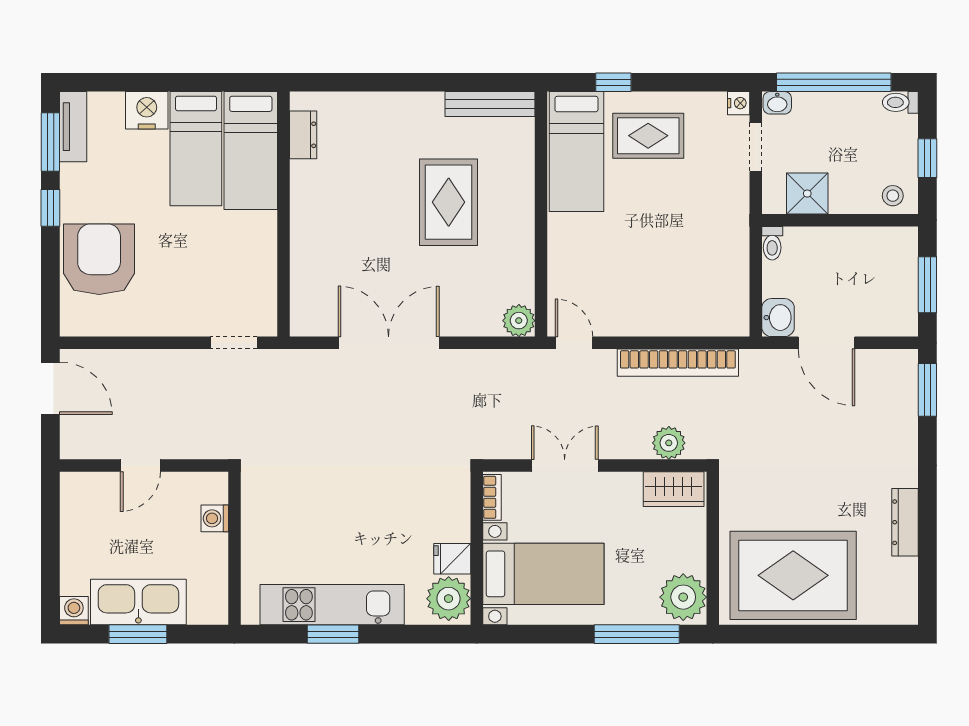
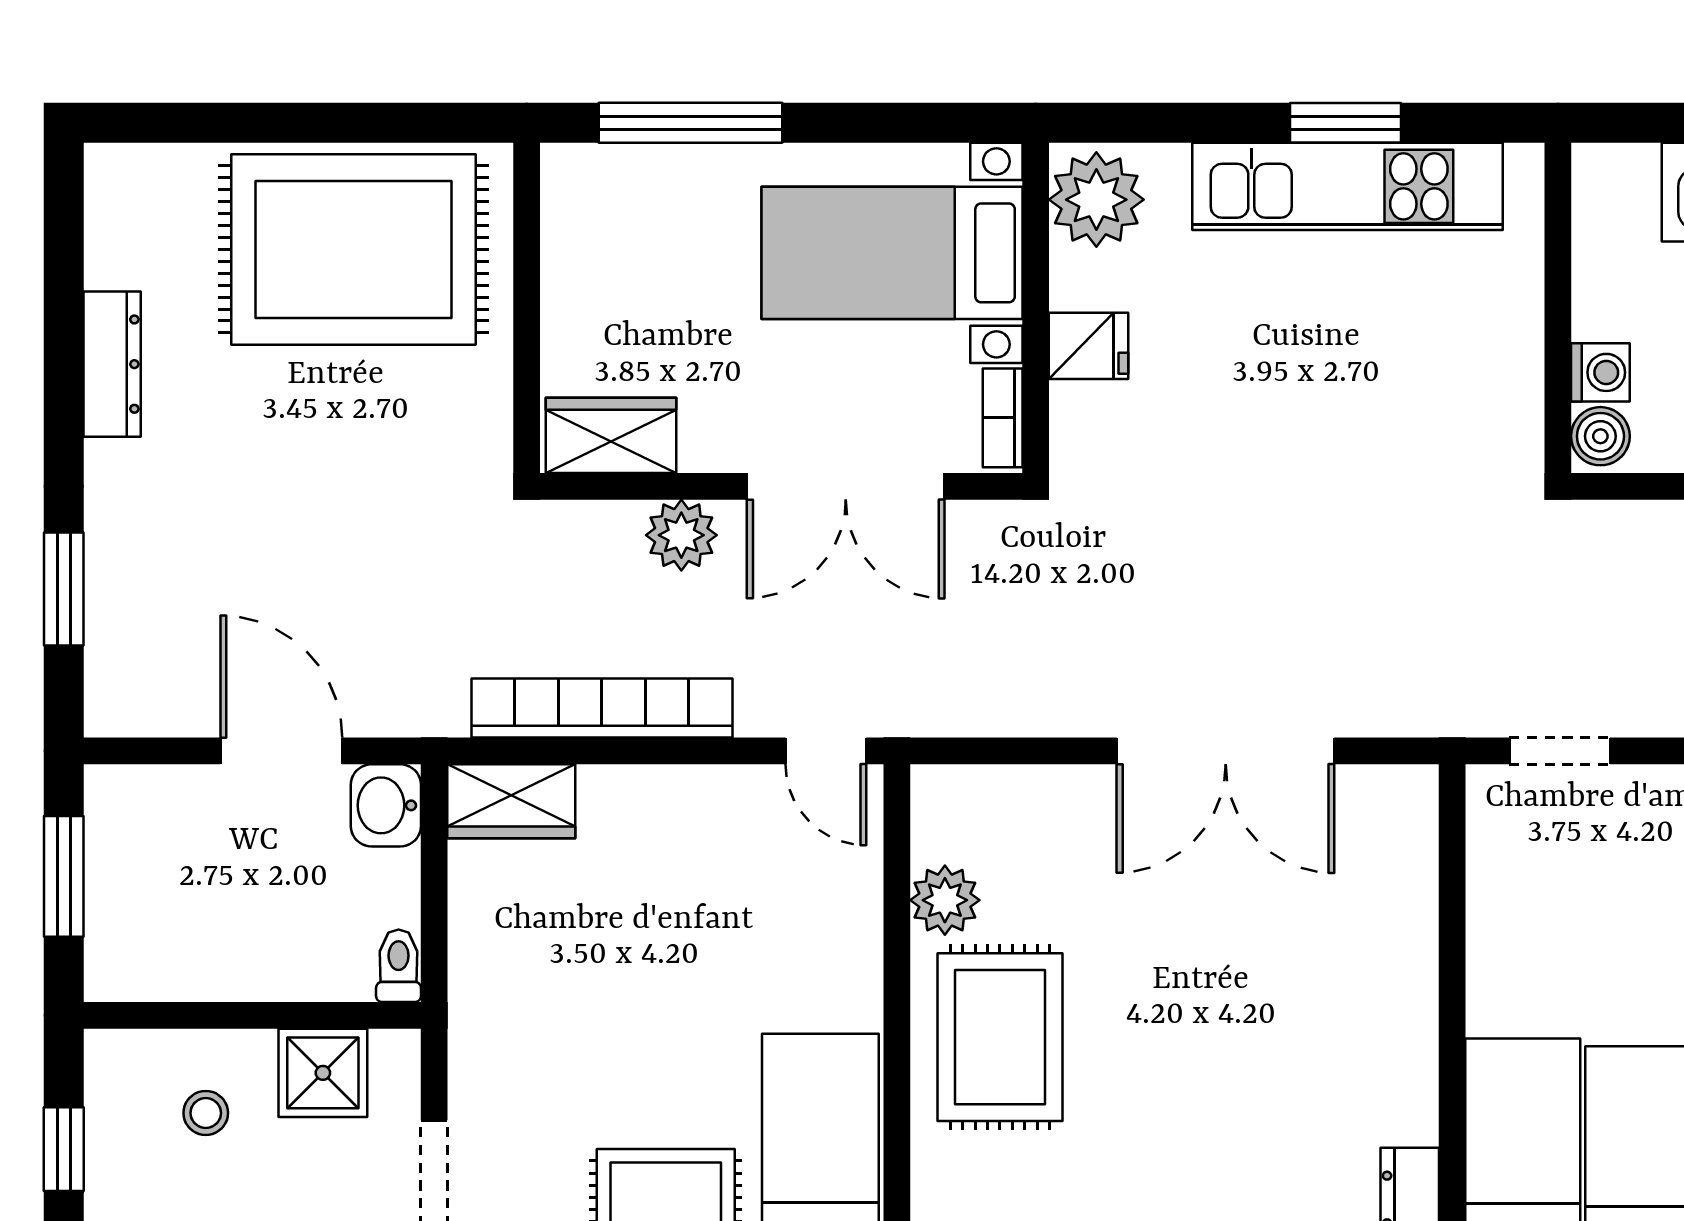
stool: (893, 196) -> (206, 1113), moved
rug: (449, 202) -> (1000, 1037), moved
wardrobe: (720, 320) -> (511, 801), added
plant: (519, 321) -> (945, 900), moved
window: (927, 390) -> (64, 589), moved
plant: (669, 443) -> (681, 535), moved
double door: (565, 466) -> (846, 486), width x1.37
boiler: (215, 489) -> (1600, 436), added
fridge: (452, 559) -> (1089, 346), moved
plant: (683, 597) -> (590, 203), removed

